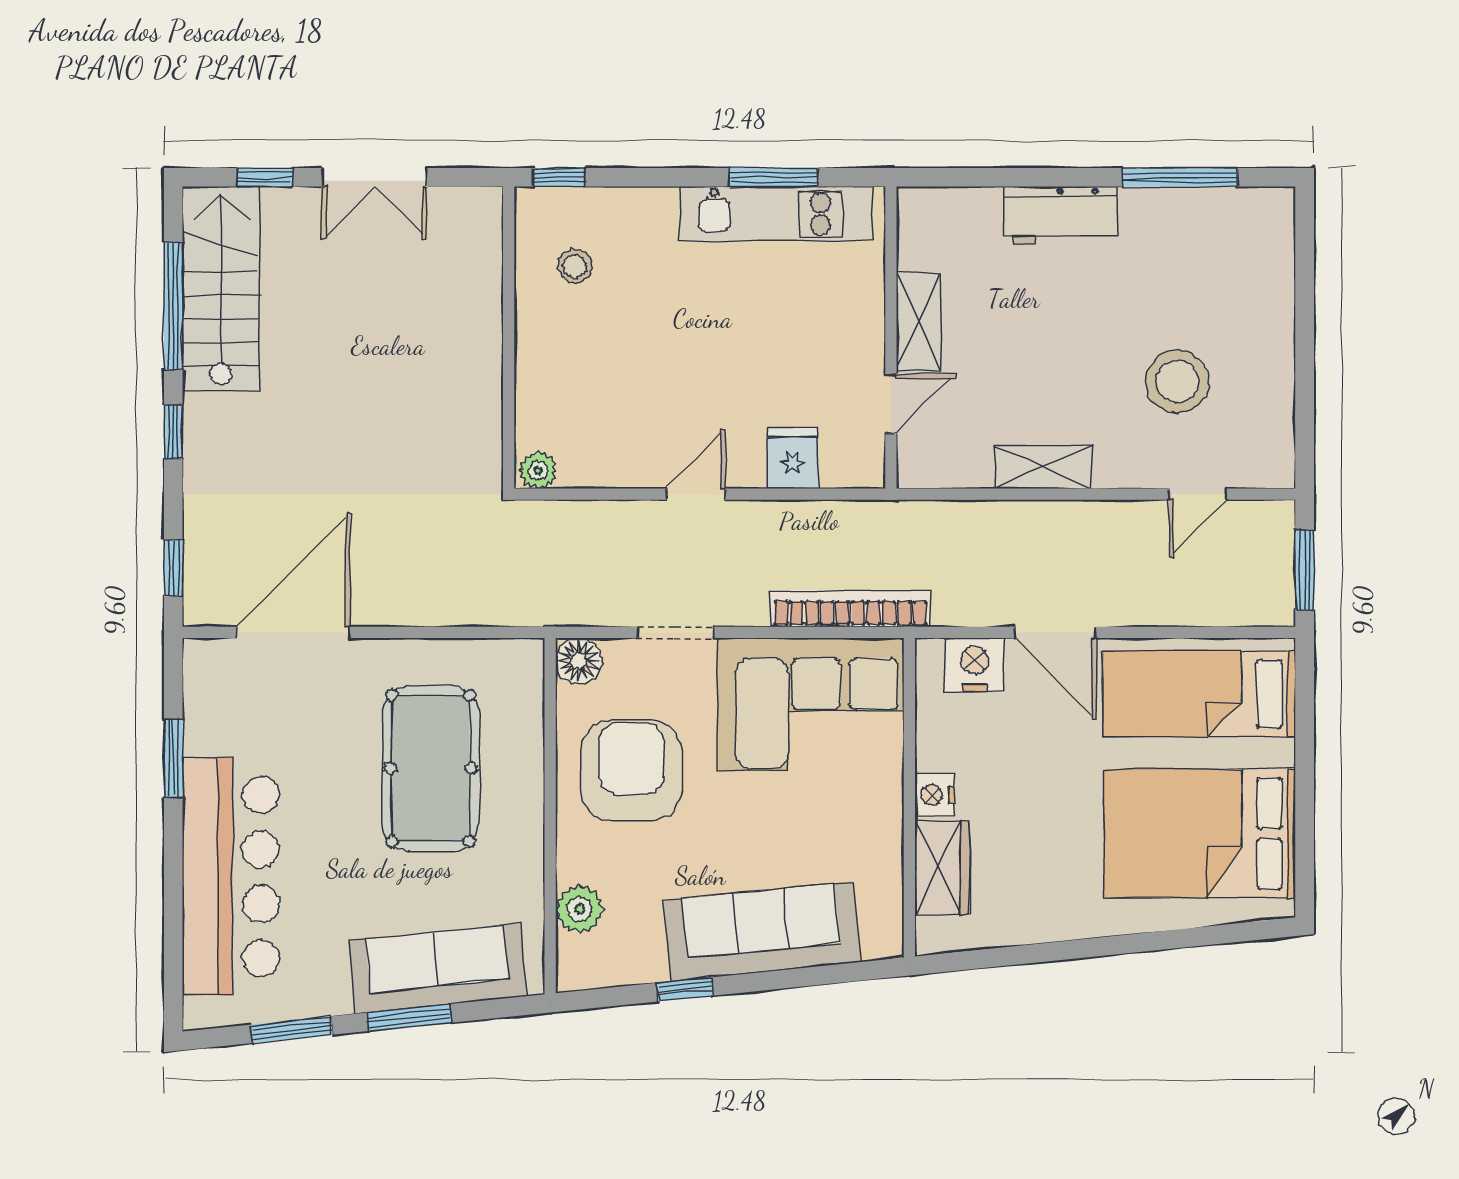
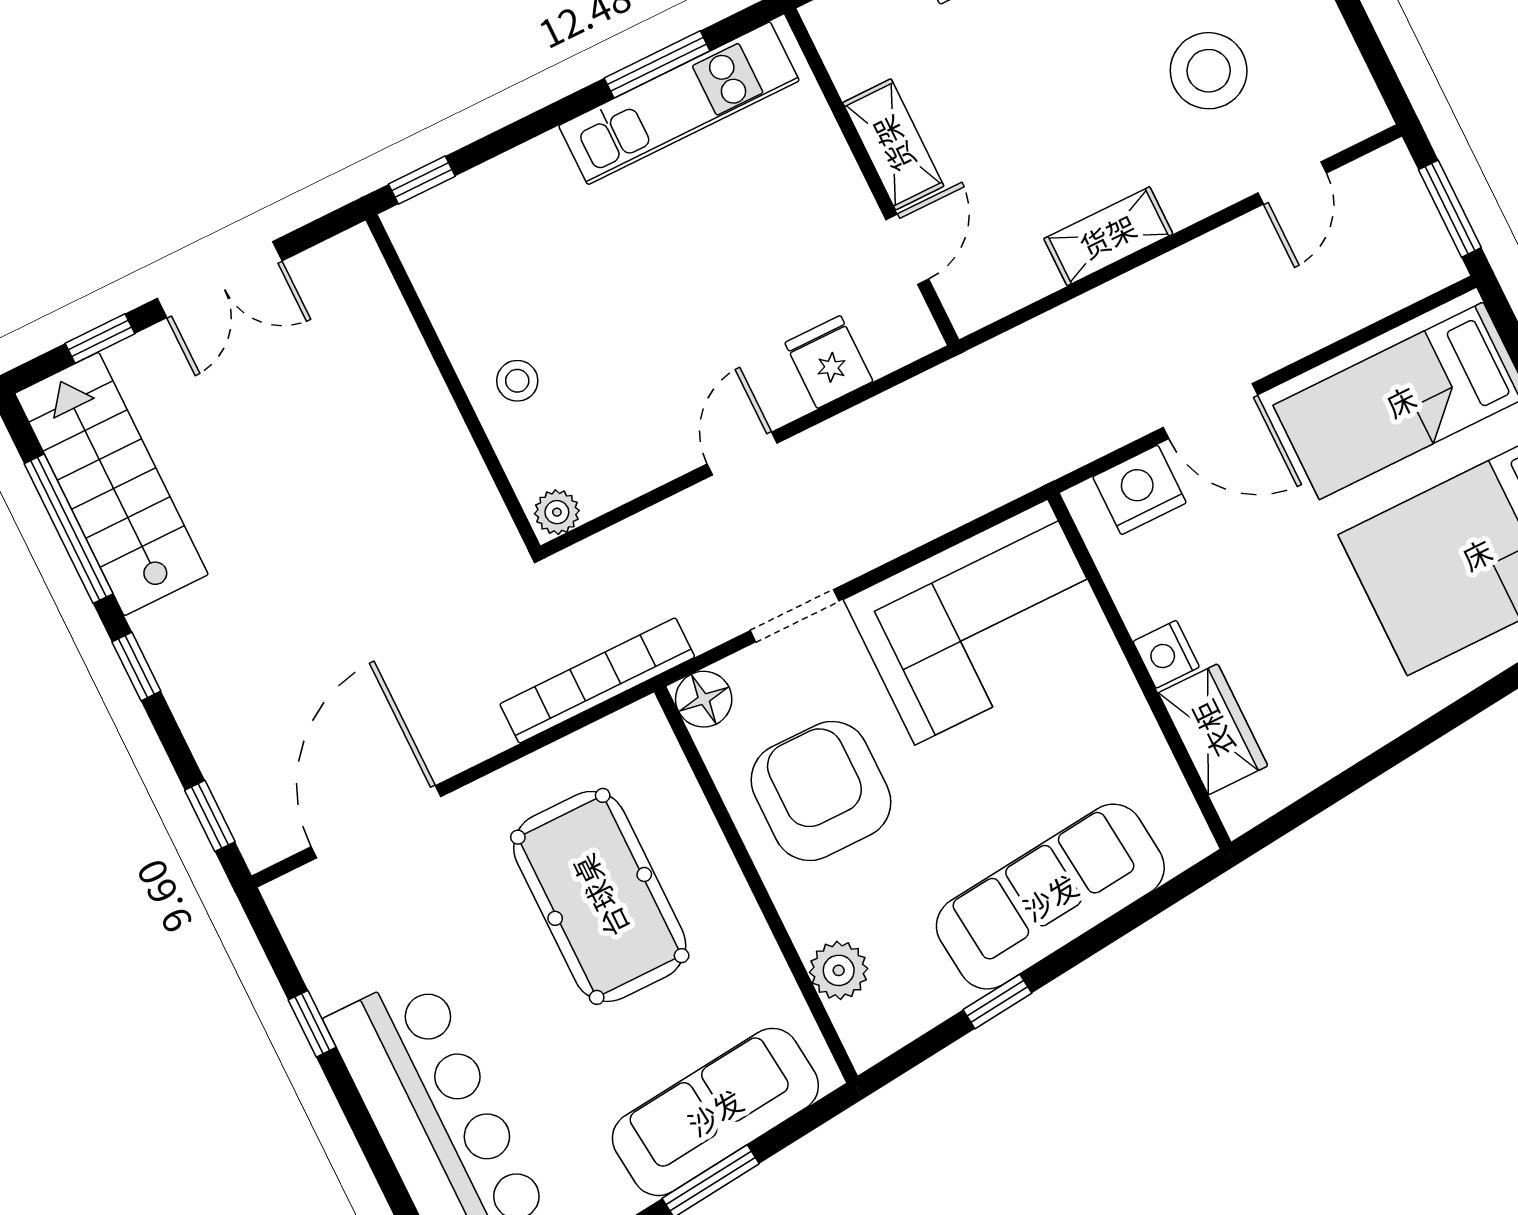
stool: (575, 266) -> (517, 381), moved
bookcase: (850, 609) -> (597, 680), moved
window: (173, 758) -> (312, 1024), width x0.67

